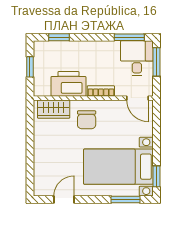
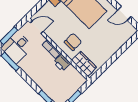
printer: (68, 84) -> (62, 63), width x0.53, depth x0.68
door: (137, 98) -> (37, 27), hinge flipped

